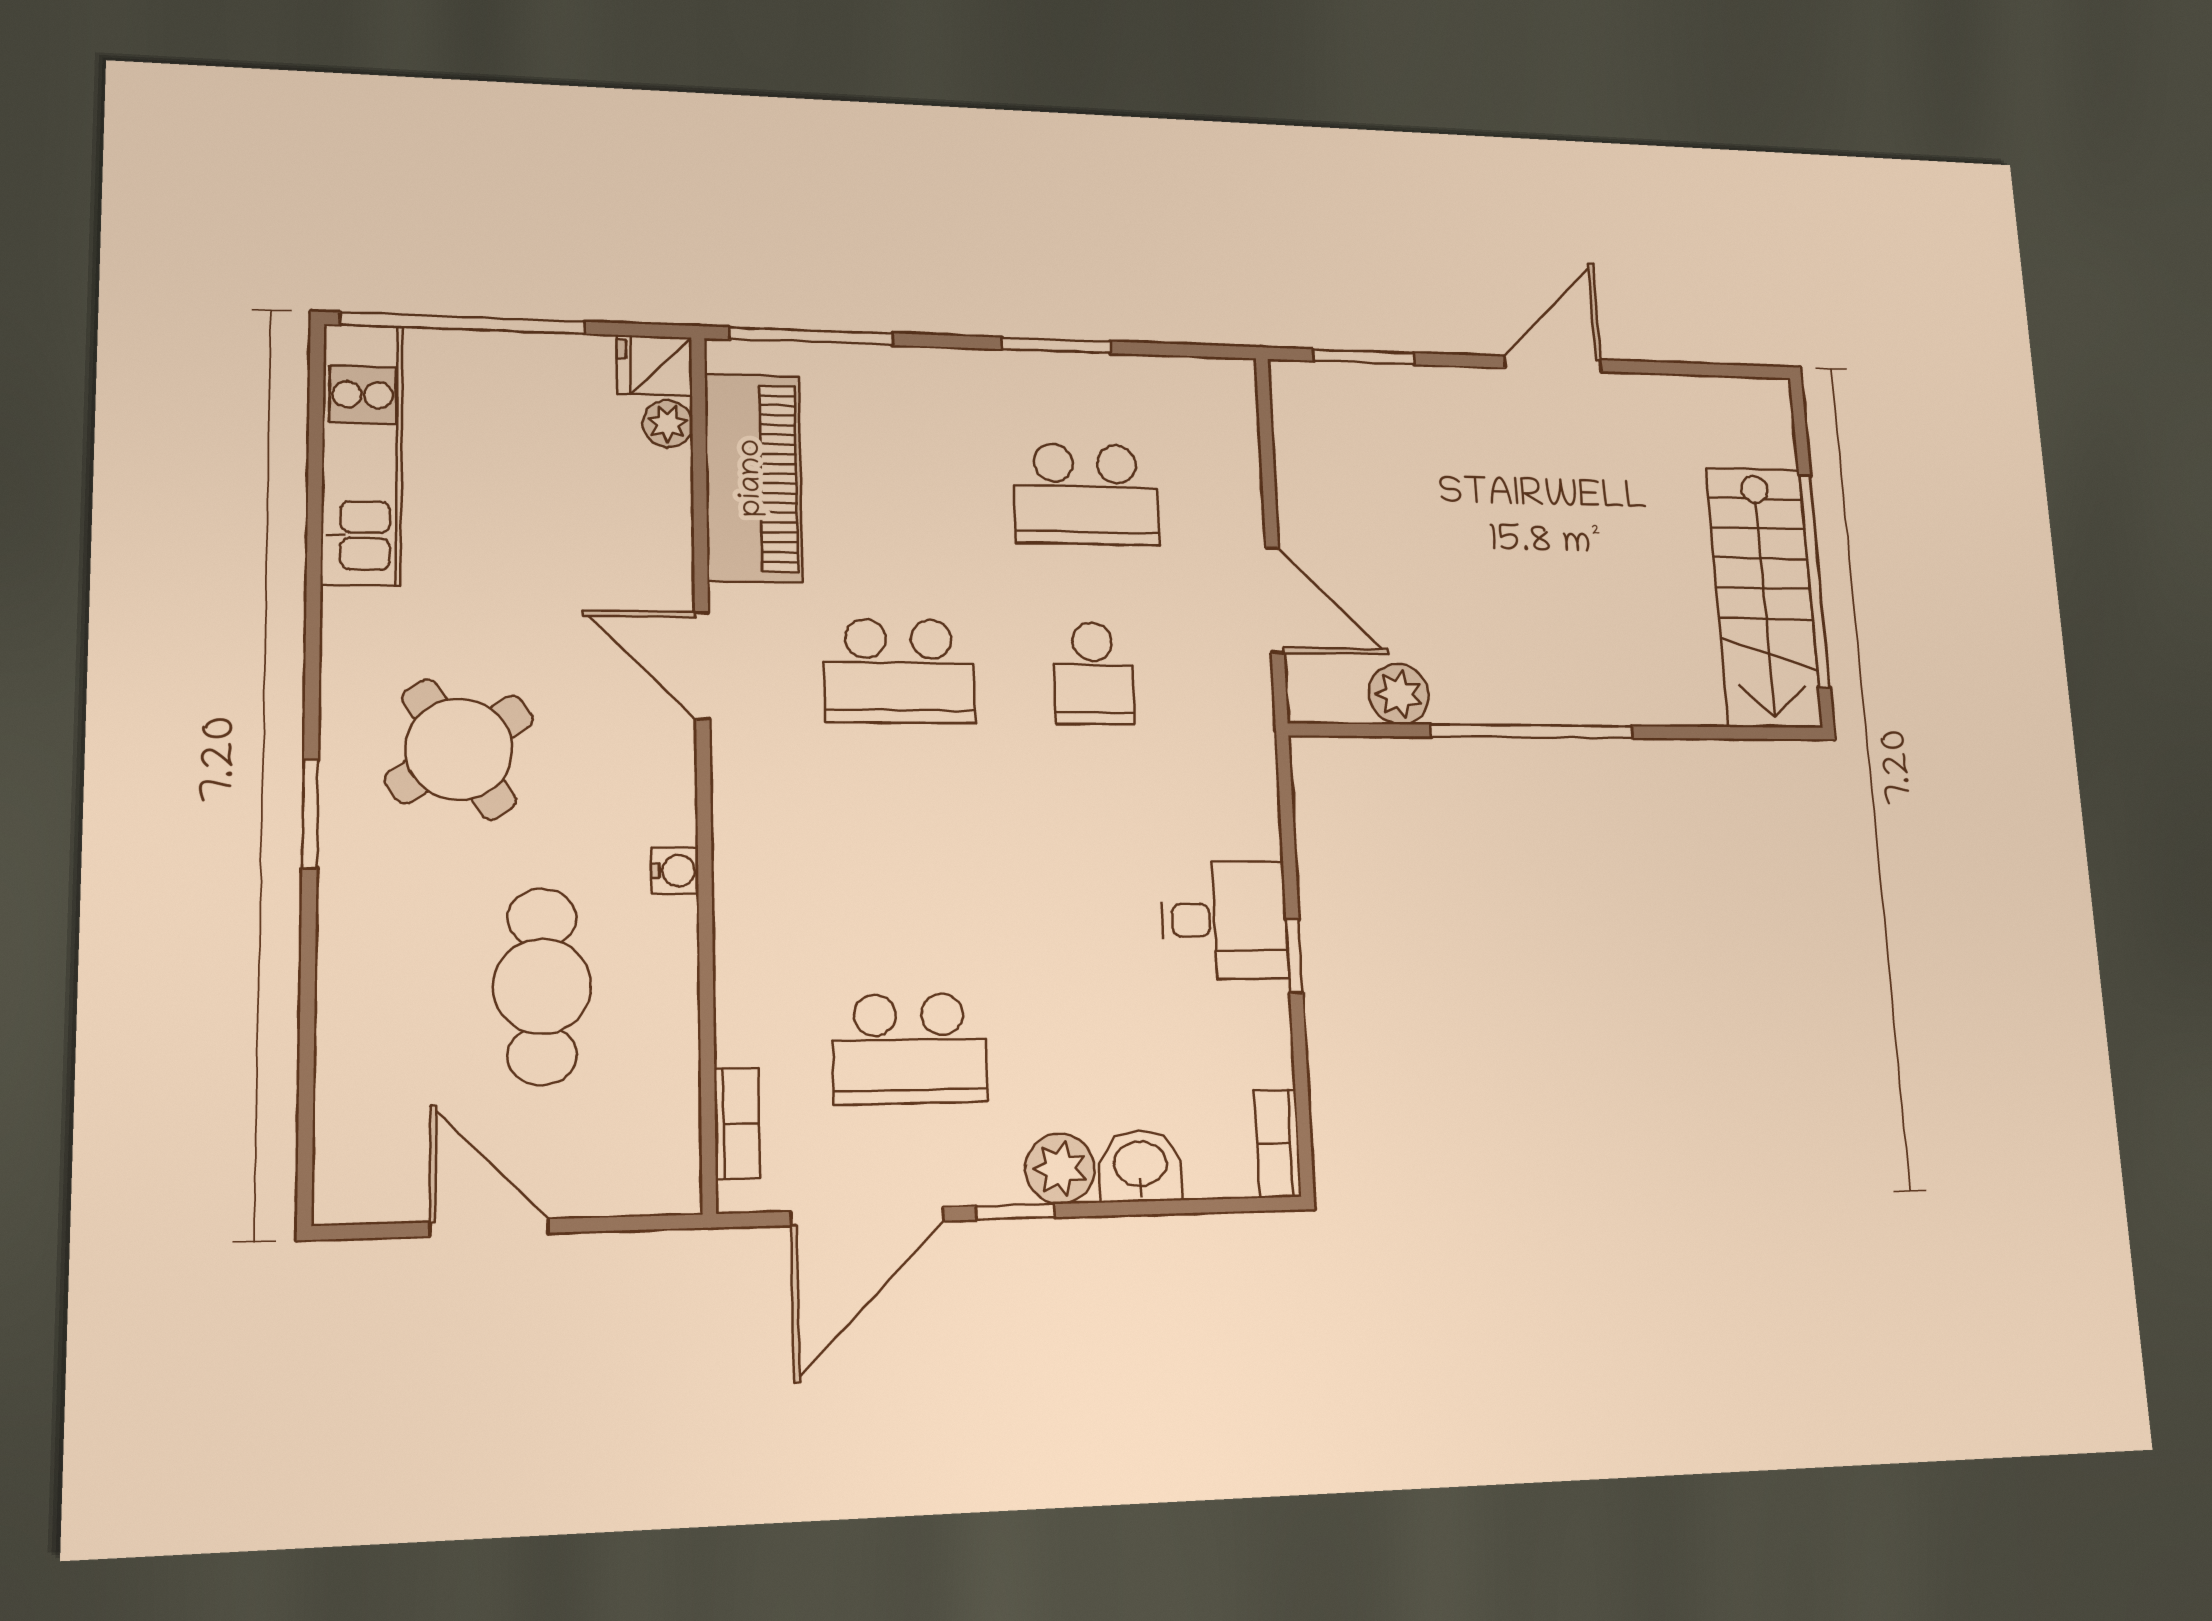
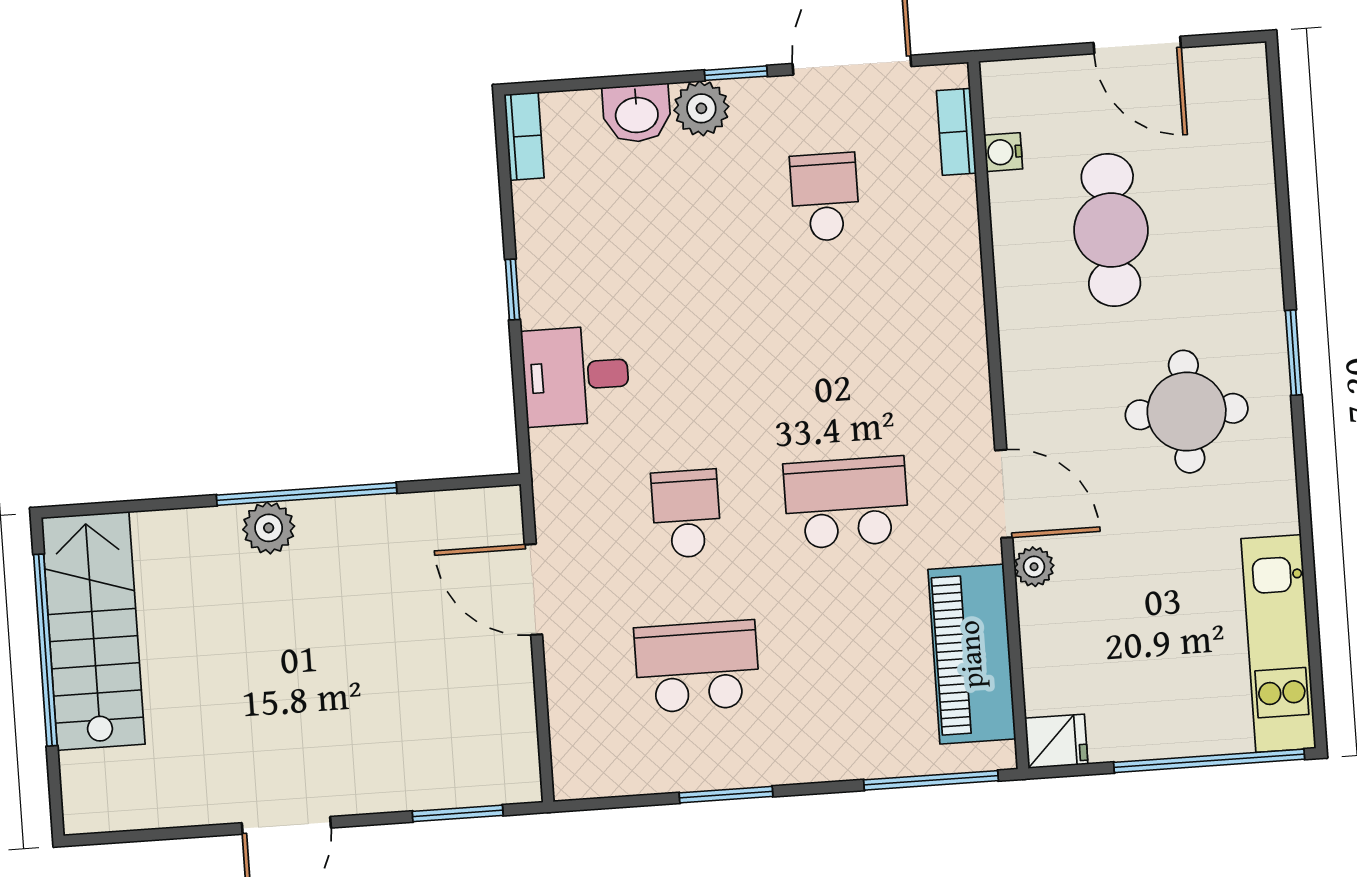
plant: (668, 424) -> (1034, 567), moved
plant: (1399, 694) -> (269, 528), moved
round table: (459, 749) -> (1187, 412), turned 34
water cooler: (675, 871) -> (1003, 152), moved
desk: (1225, 920) -> (576, 376), moved
school desk: (909, 1049) -> (825, 197), width x0.54

